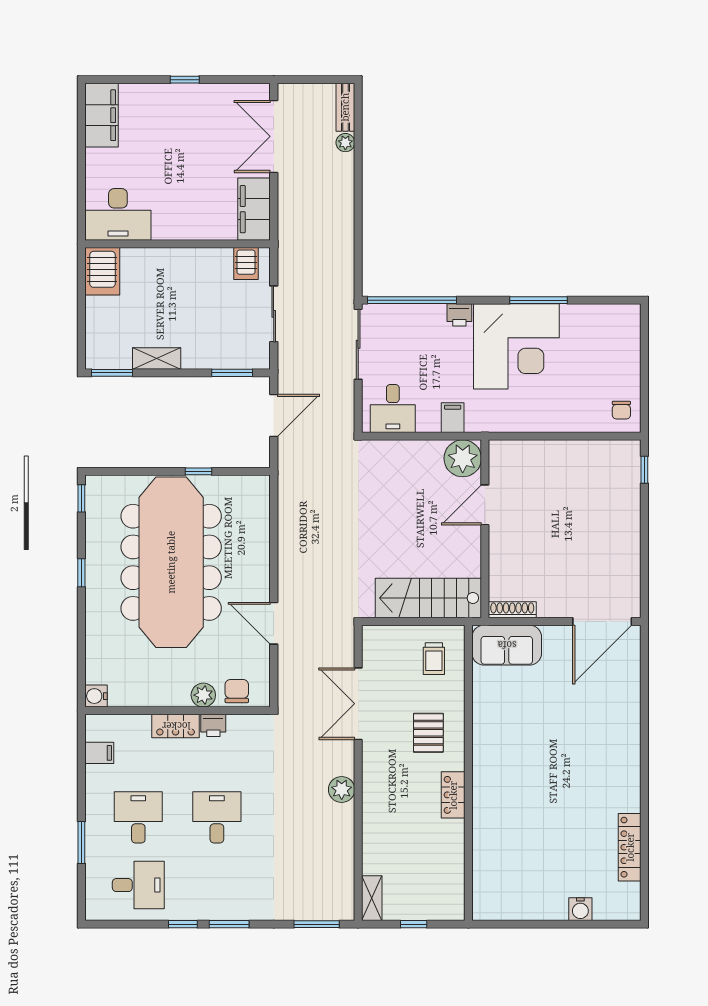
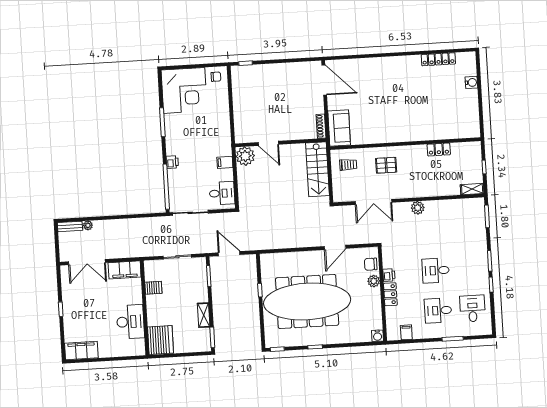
desk: (118, 214) -> (130, 322), moved
server rack: (246, 263) -> (153, 288), moved
server rack: (102, 271) -> (161, 340), width x1.60
corner desk: (516, 346) -> (184, 90), moved, turned 90
locker: (453, 795) -> (439, 149), moved

